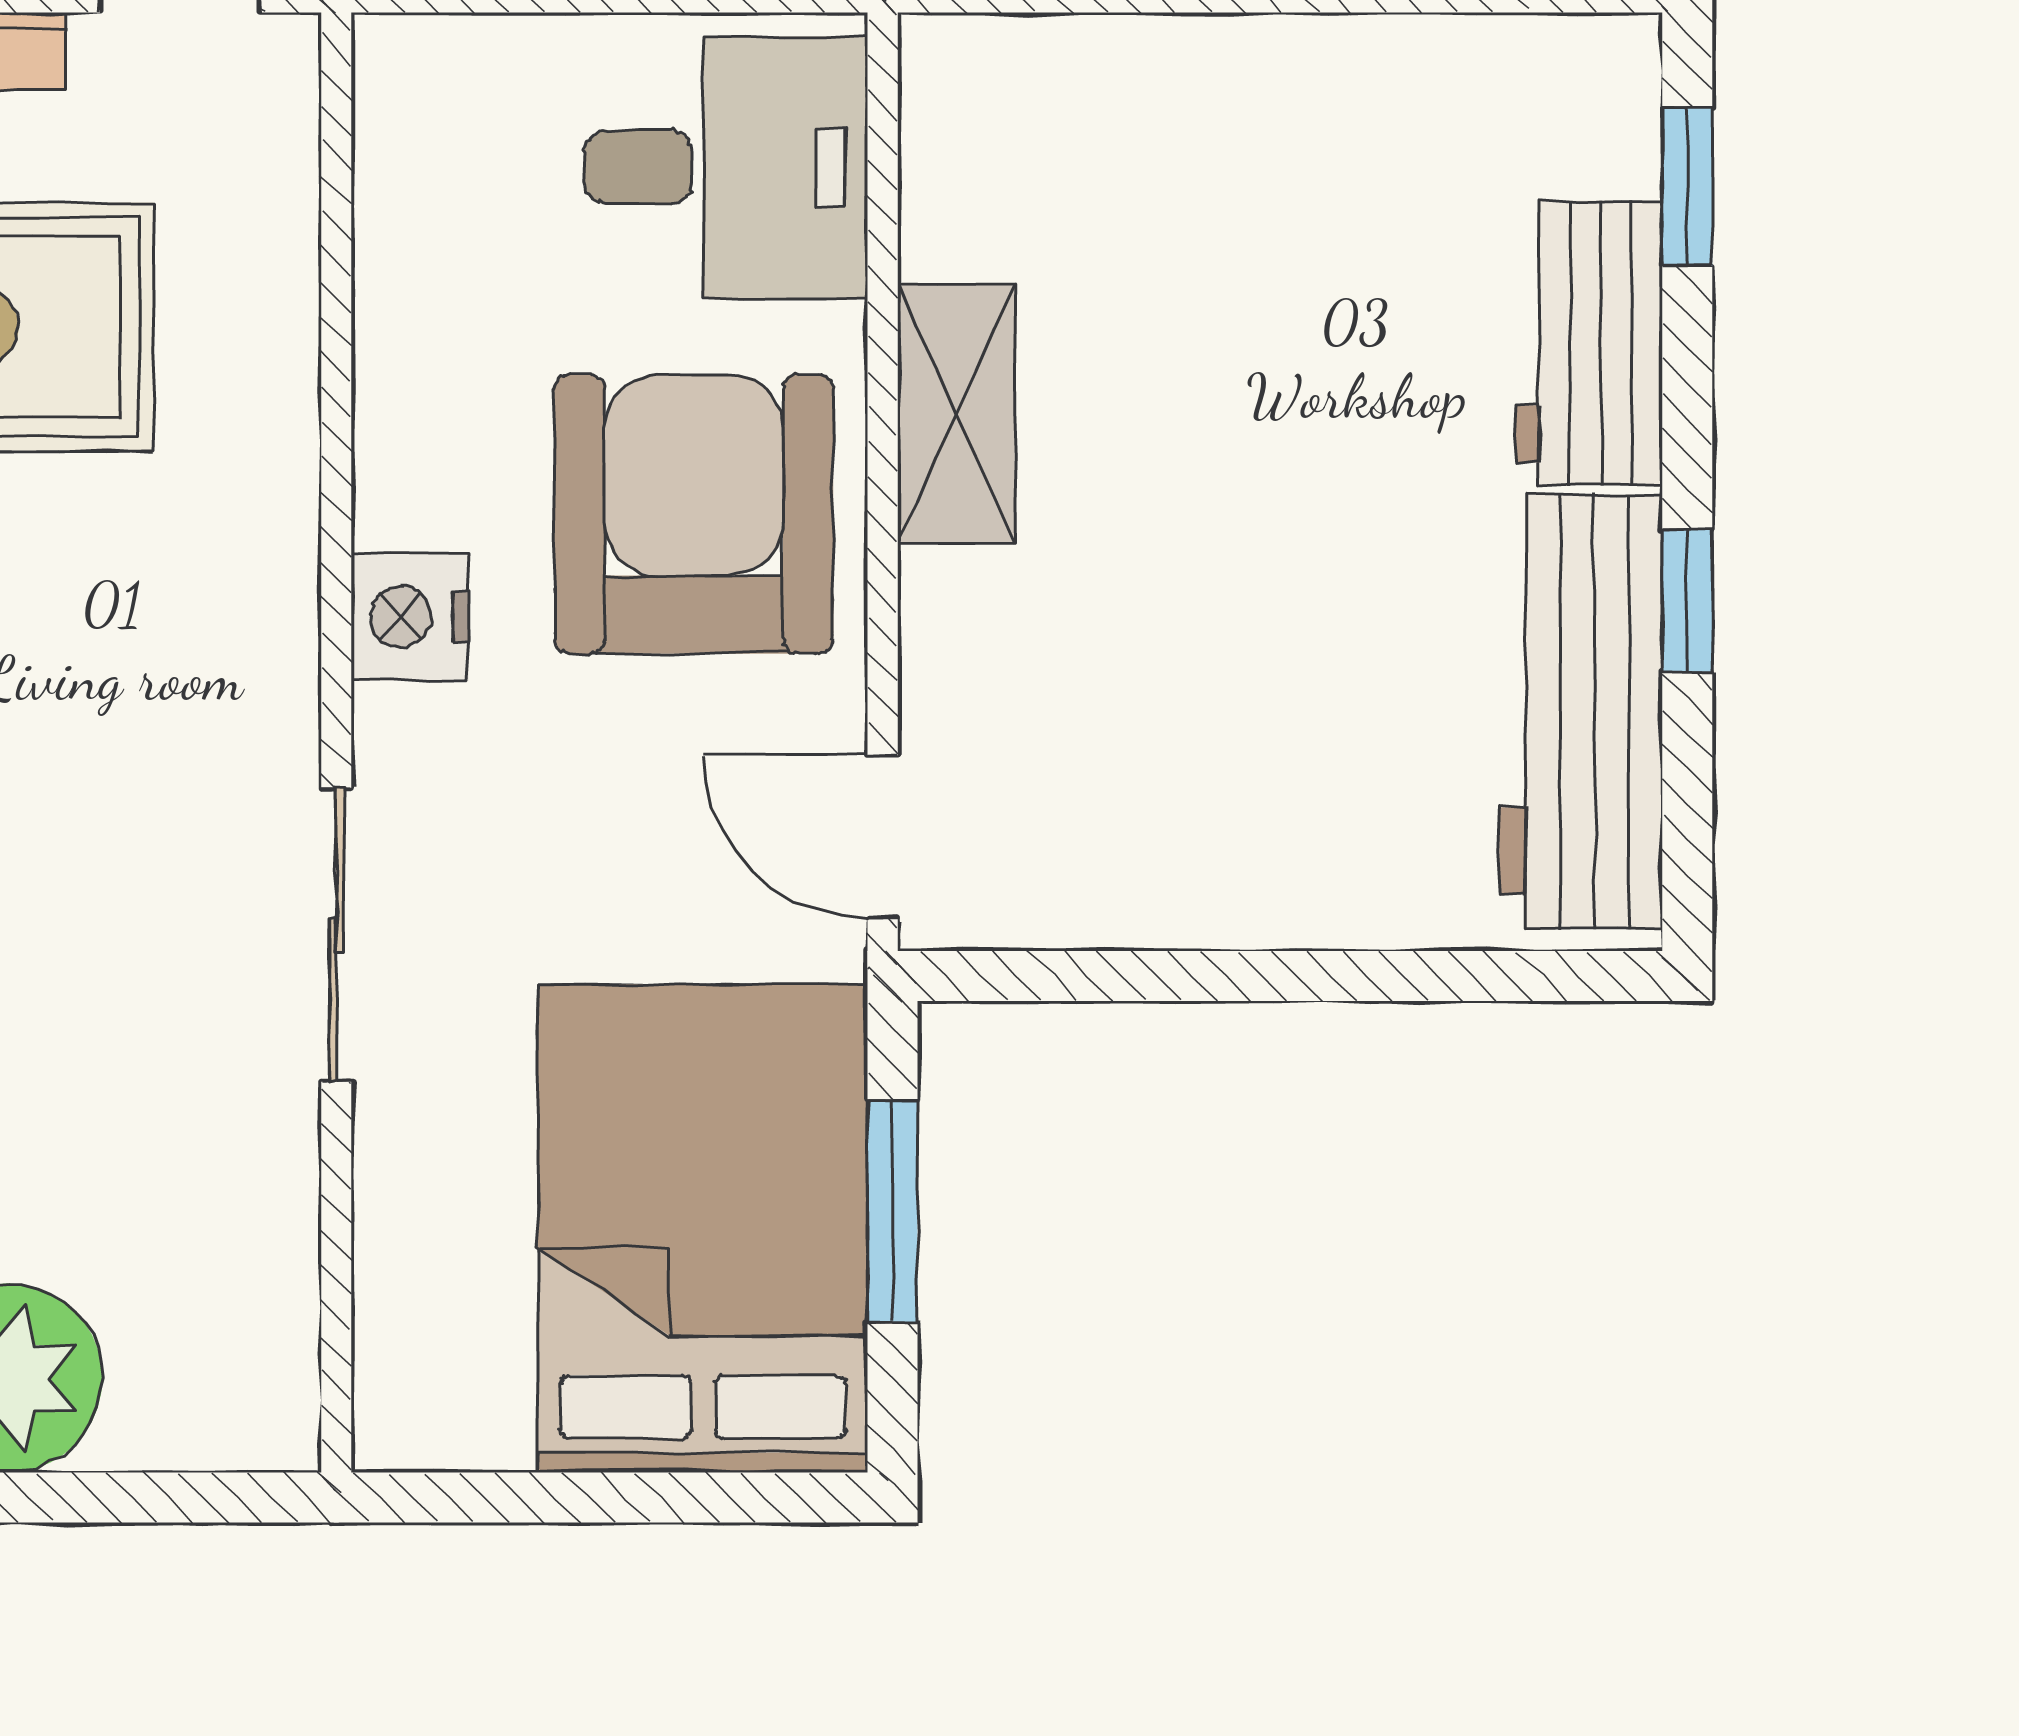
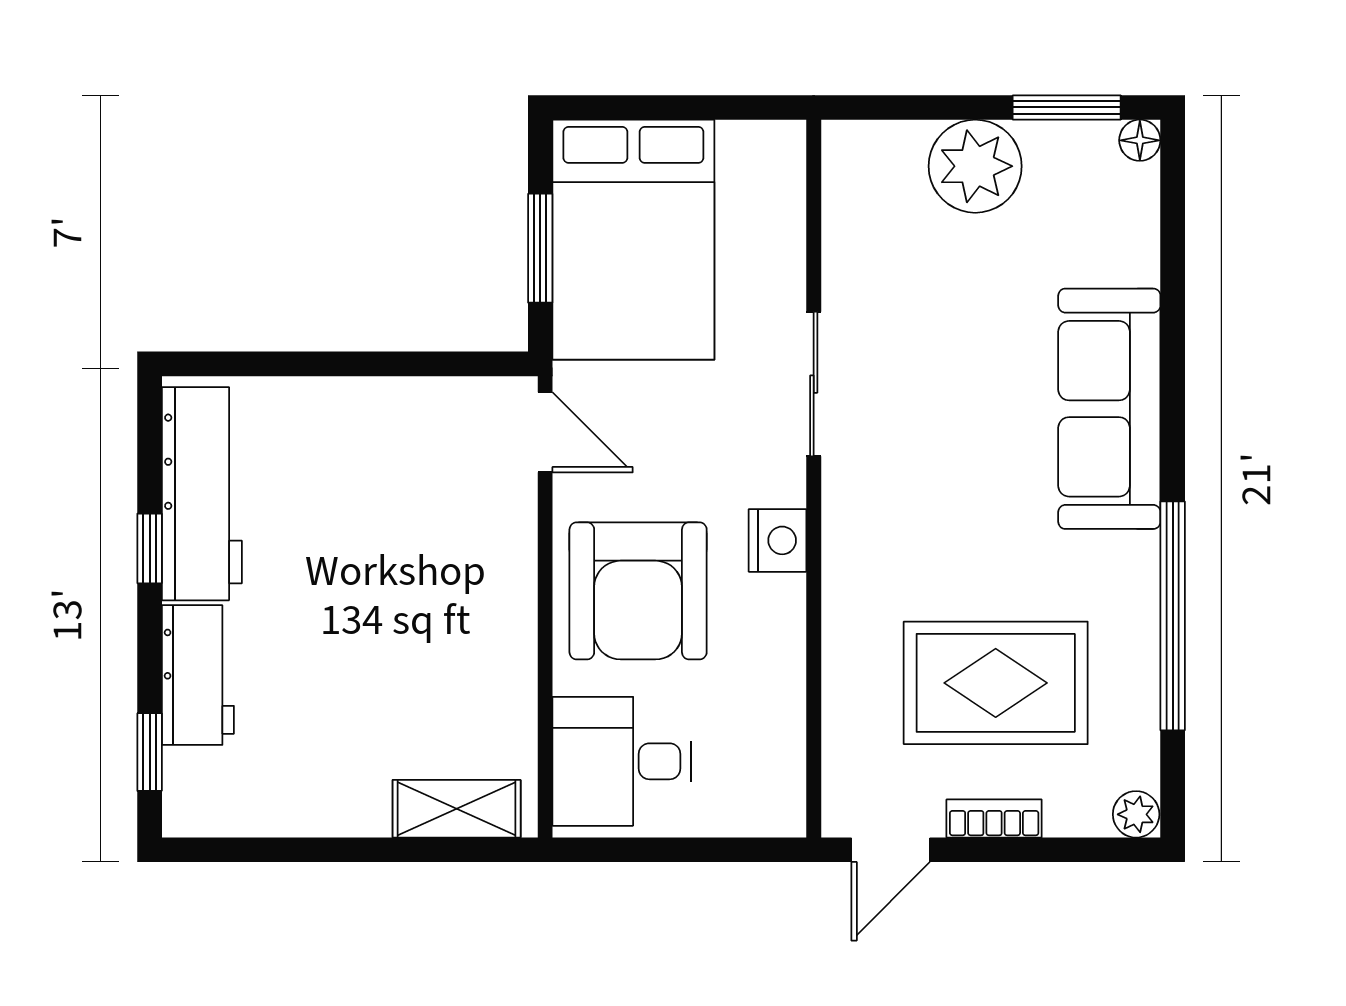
shelving: (956, 414) -> (457, 809), moved, turned 90

